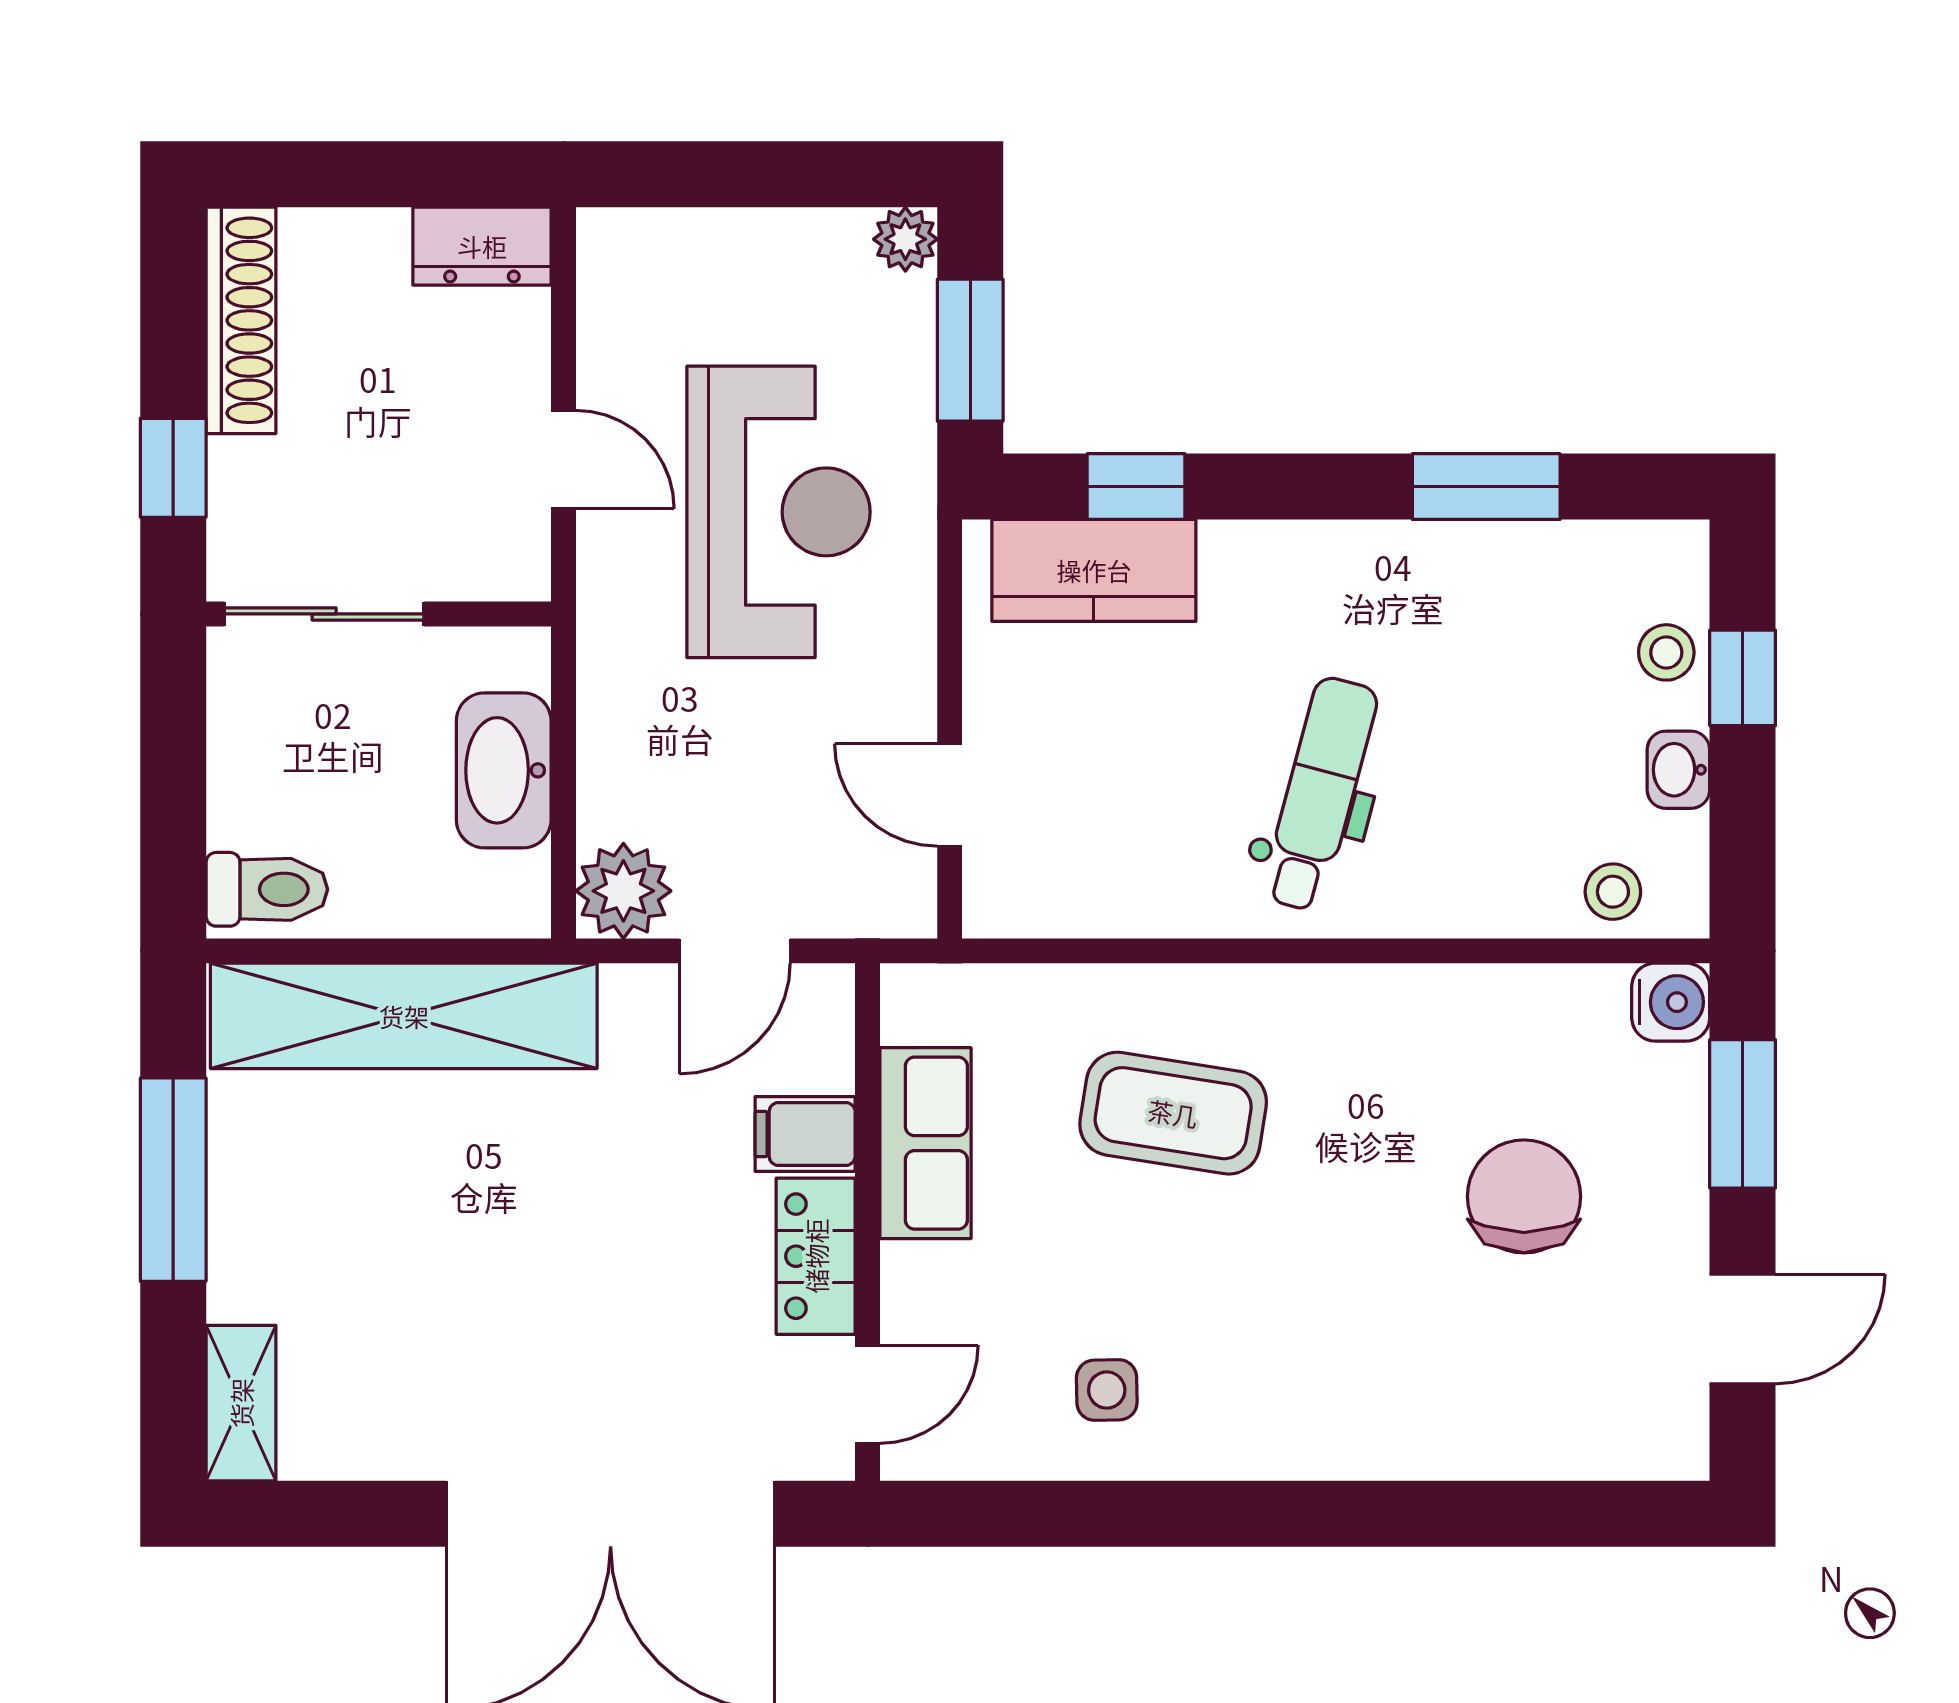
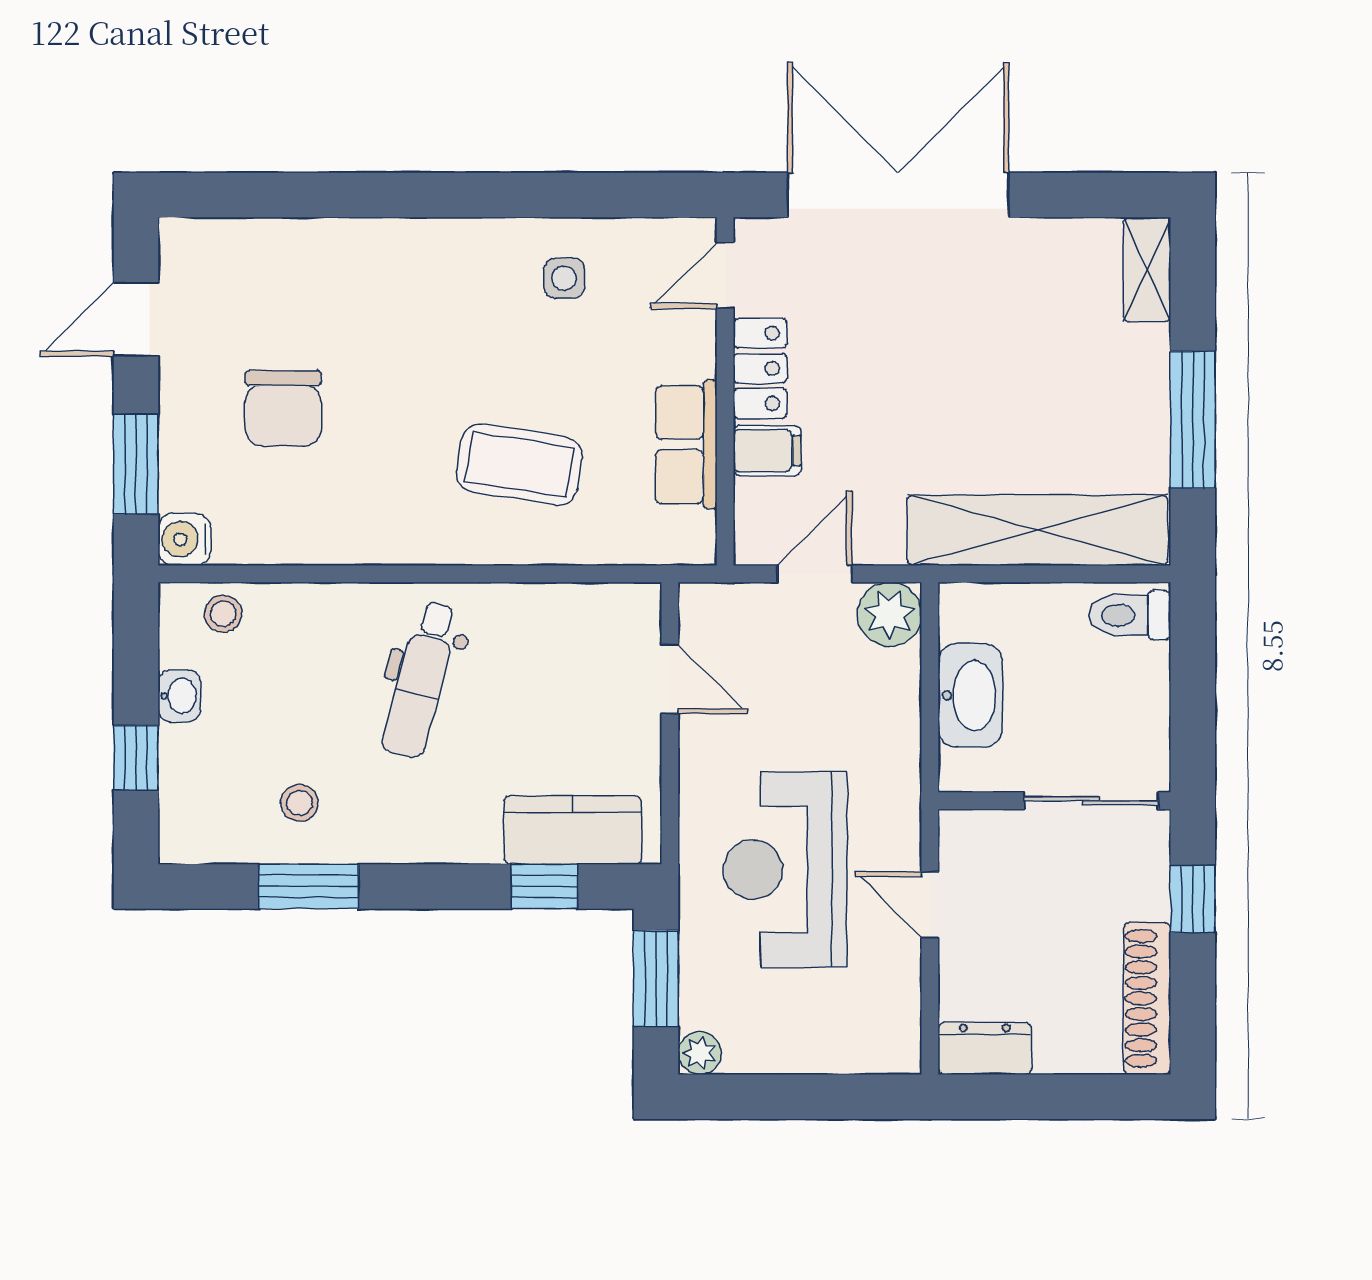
stool: (1666, 652) -> (299, 803), moved

